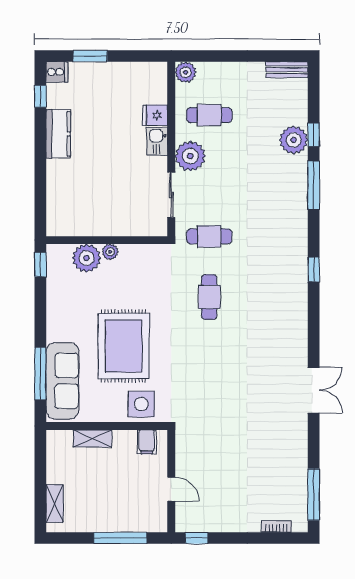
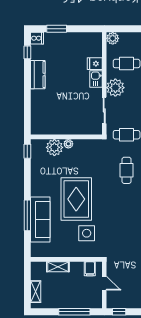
wall: (107, 426) -> (66, 259), moved
shelving: (93, 438) -> (58, 267), moved
filing cabinet: (147, 442) -> (90, 269), moved

